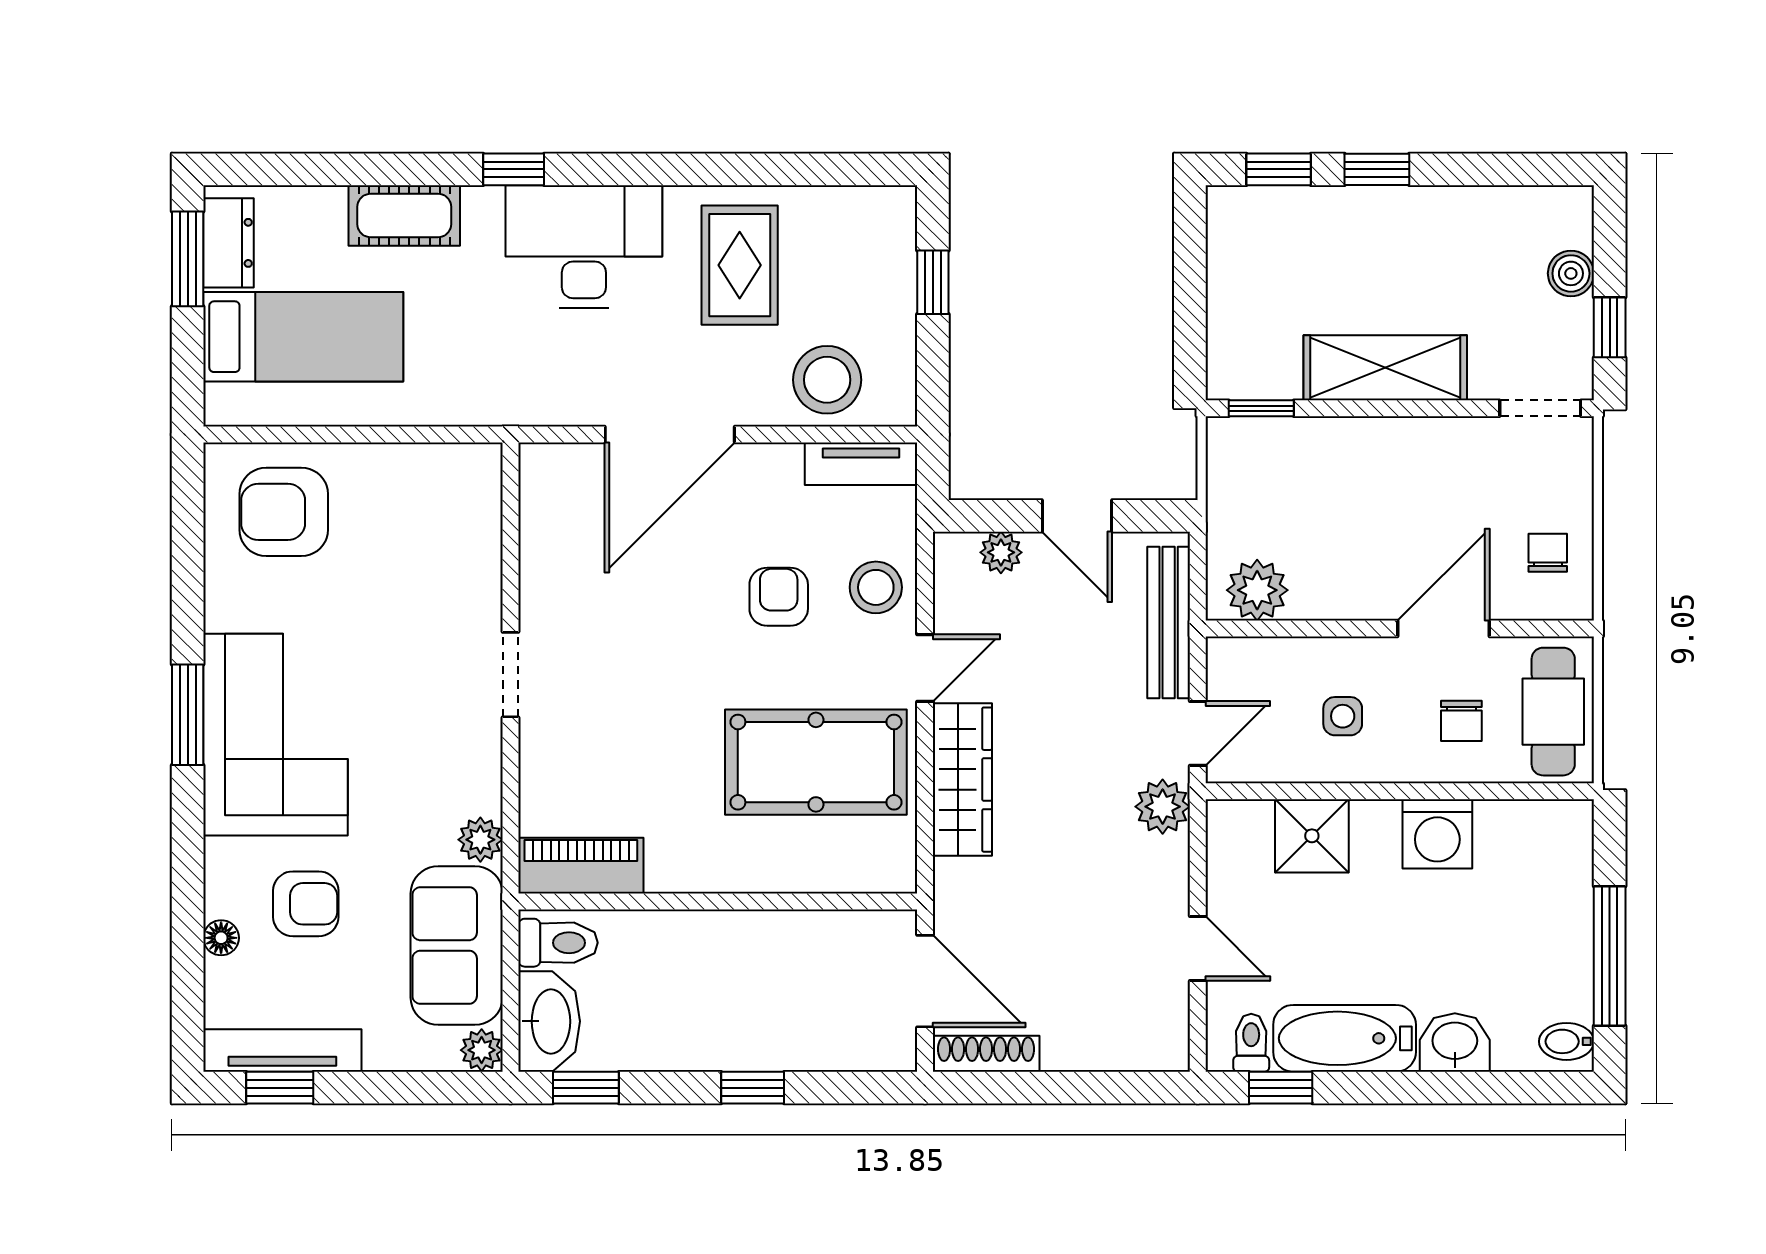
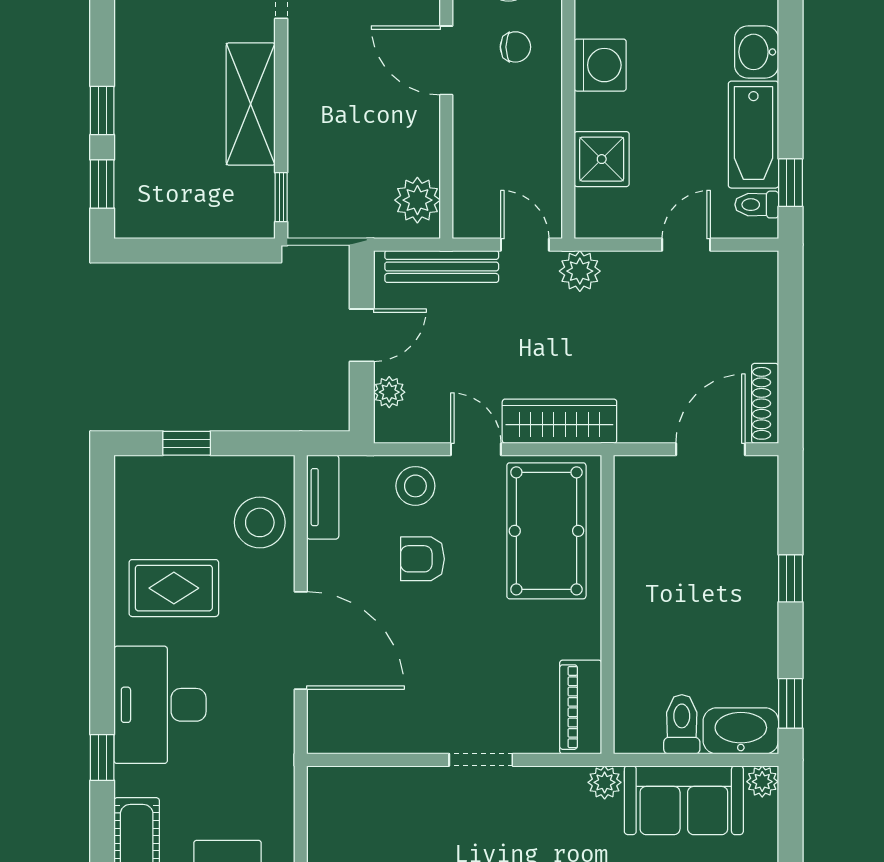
side table: (1343, 716) -> (512, 136), removed
piano: (581, 866) -> (581, 707), moved
wall: (718, 901) -> (608, 605), moved

